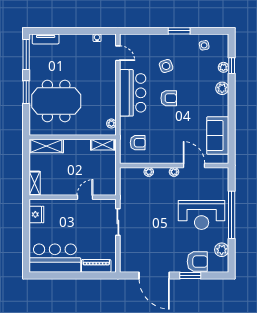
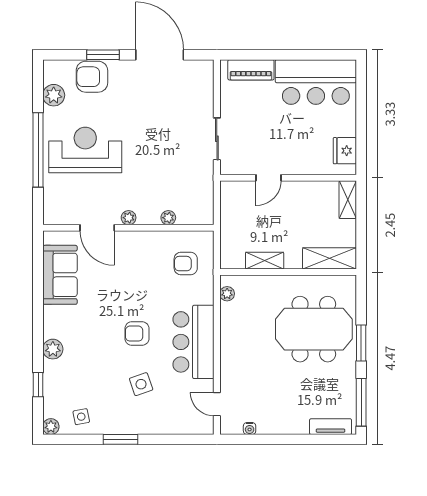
plant: (223, 67) -> (51, 427), moved
shelving: (103, 145) -> (265, 261), moved

